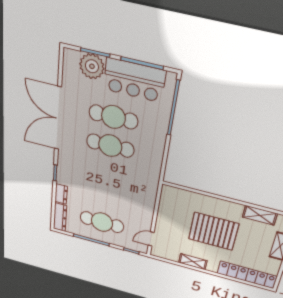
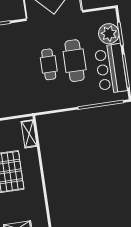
cafe table: (110, 146) -> (49, 64), width x0.73, depth x0.74
shelving: (260, 215) -> (29, 134), moved

